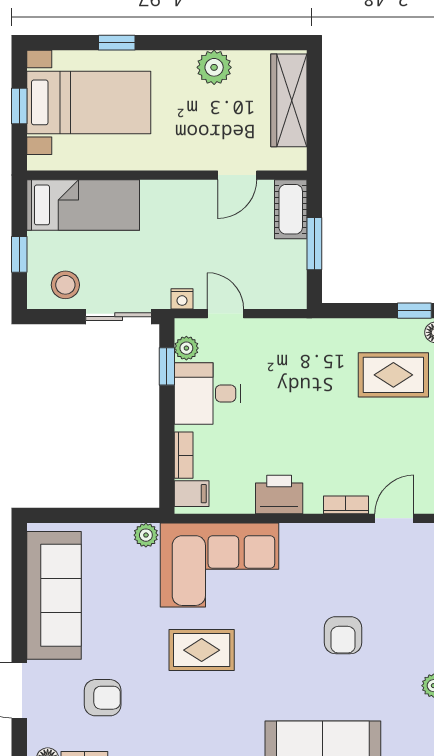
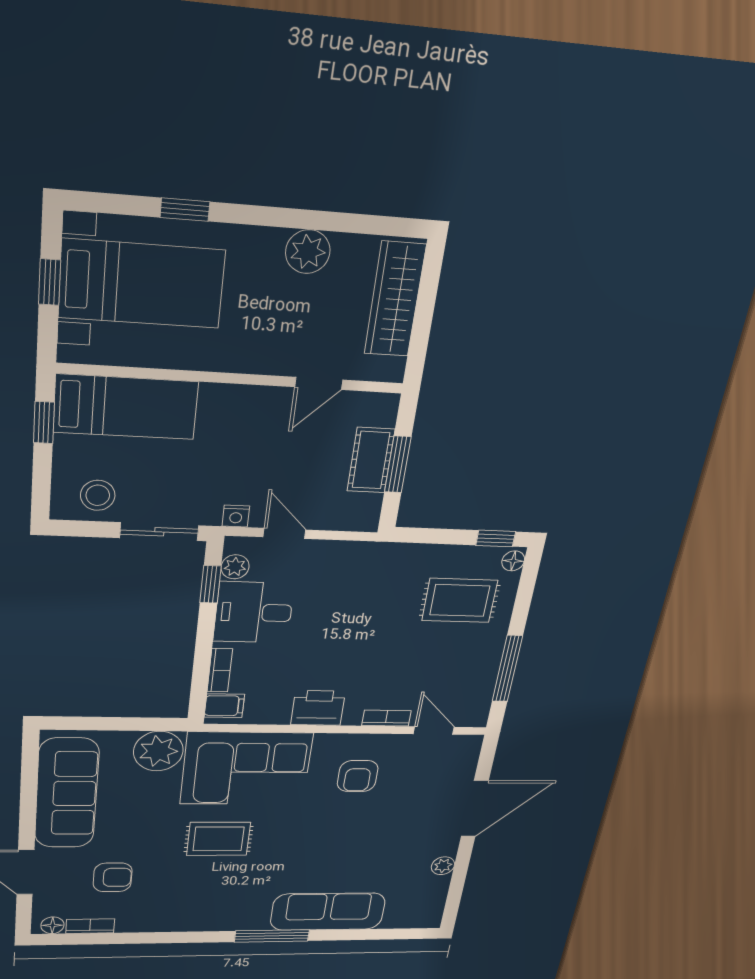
cot: (291, 209) -> (371, 460), moved
window: (19, 254) -> (44, 423), moved
door: (394, 518) -> (434, 730), hinge flipped
plant: (146, 535) -> (158, 751), width x1.87, depth x1.87
armchair: (343, 635) -> (358, 776), moved

